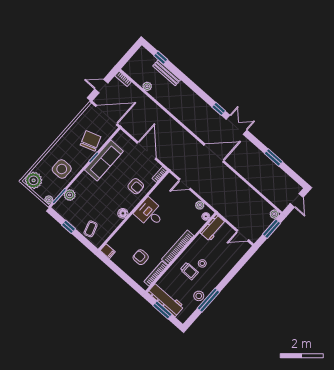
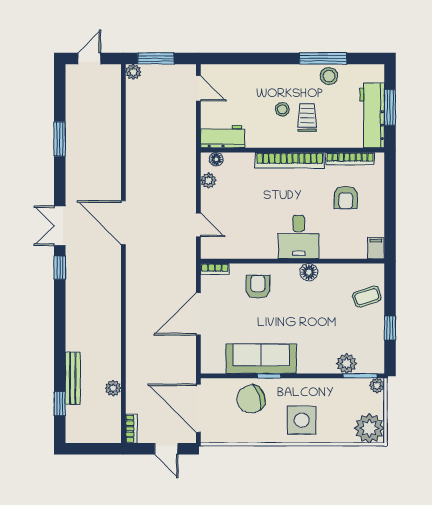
side table: (62, 169) -> (302, 420), moved
desk: (150, 213) -> (299, 237), moved

